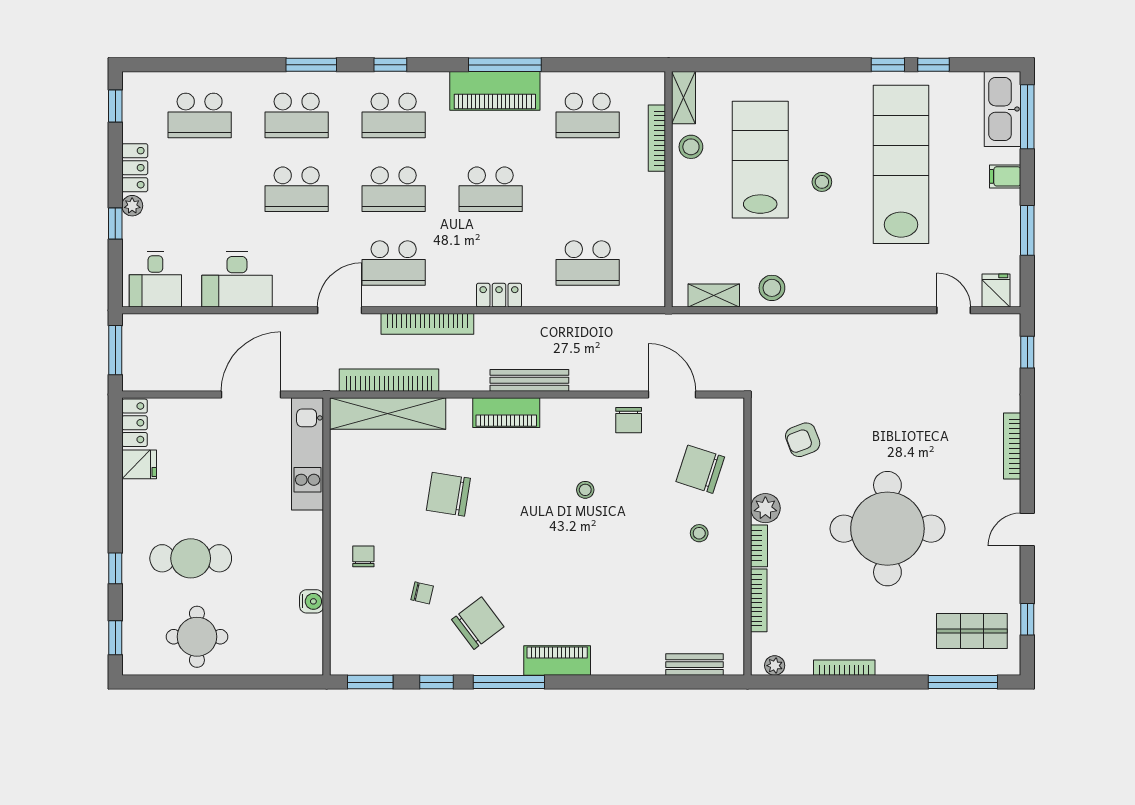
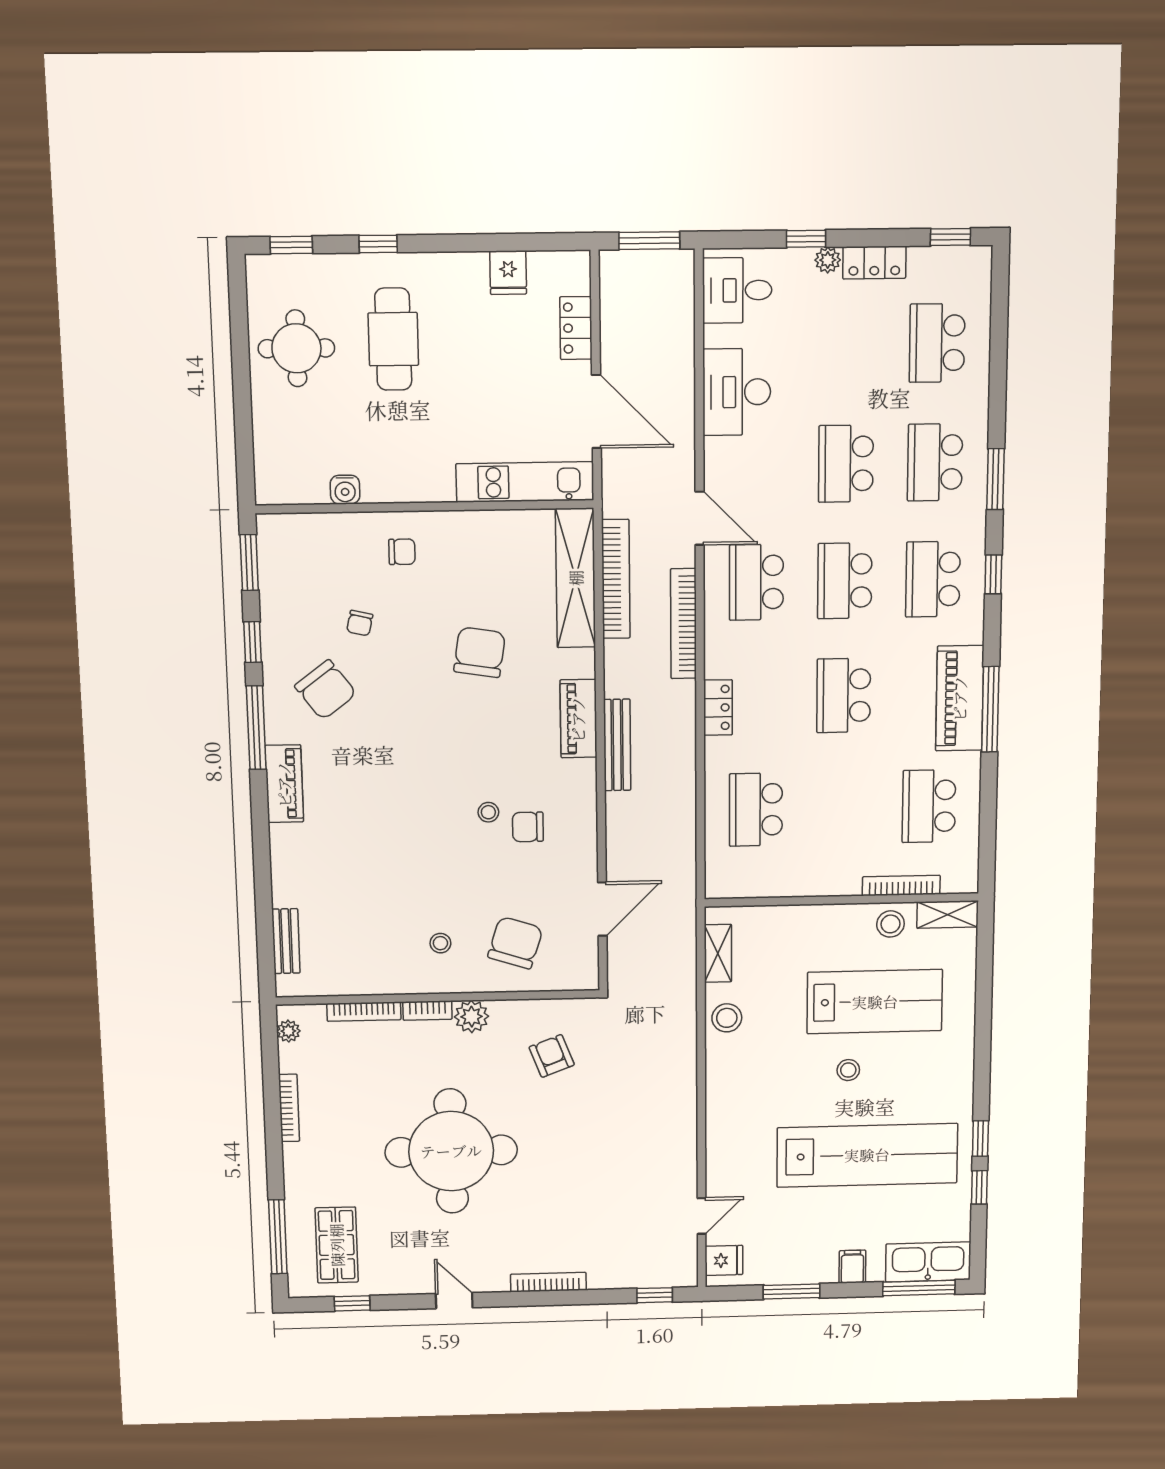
chair: (629, 420) -> (528, 827), moved
locker: (135, 423) -> (576, 328), moved, turned 90

